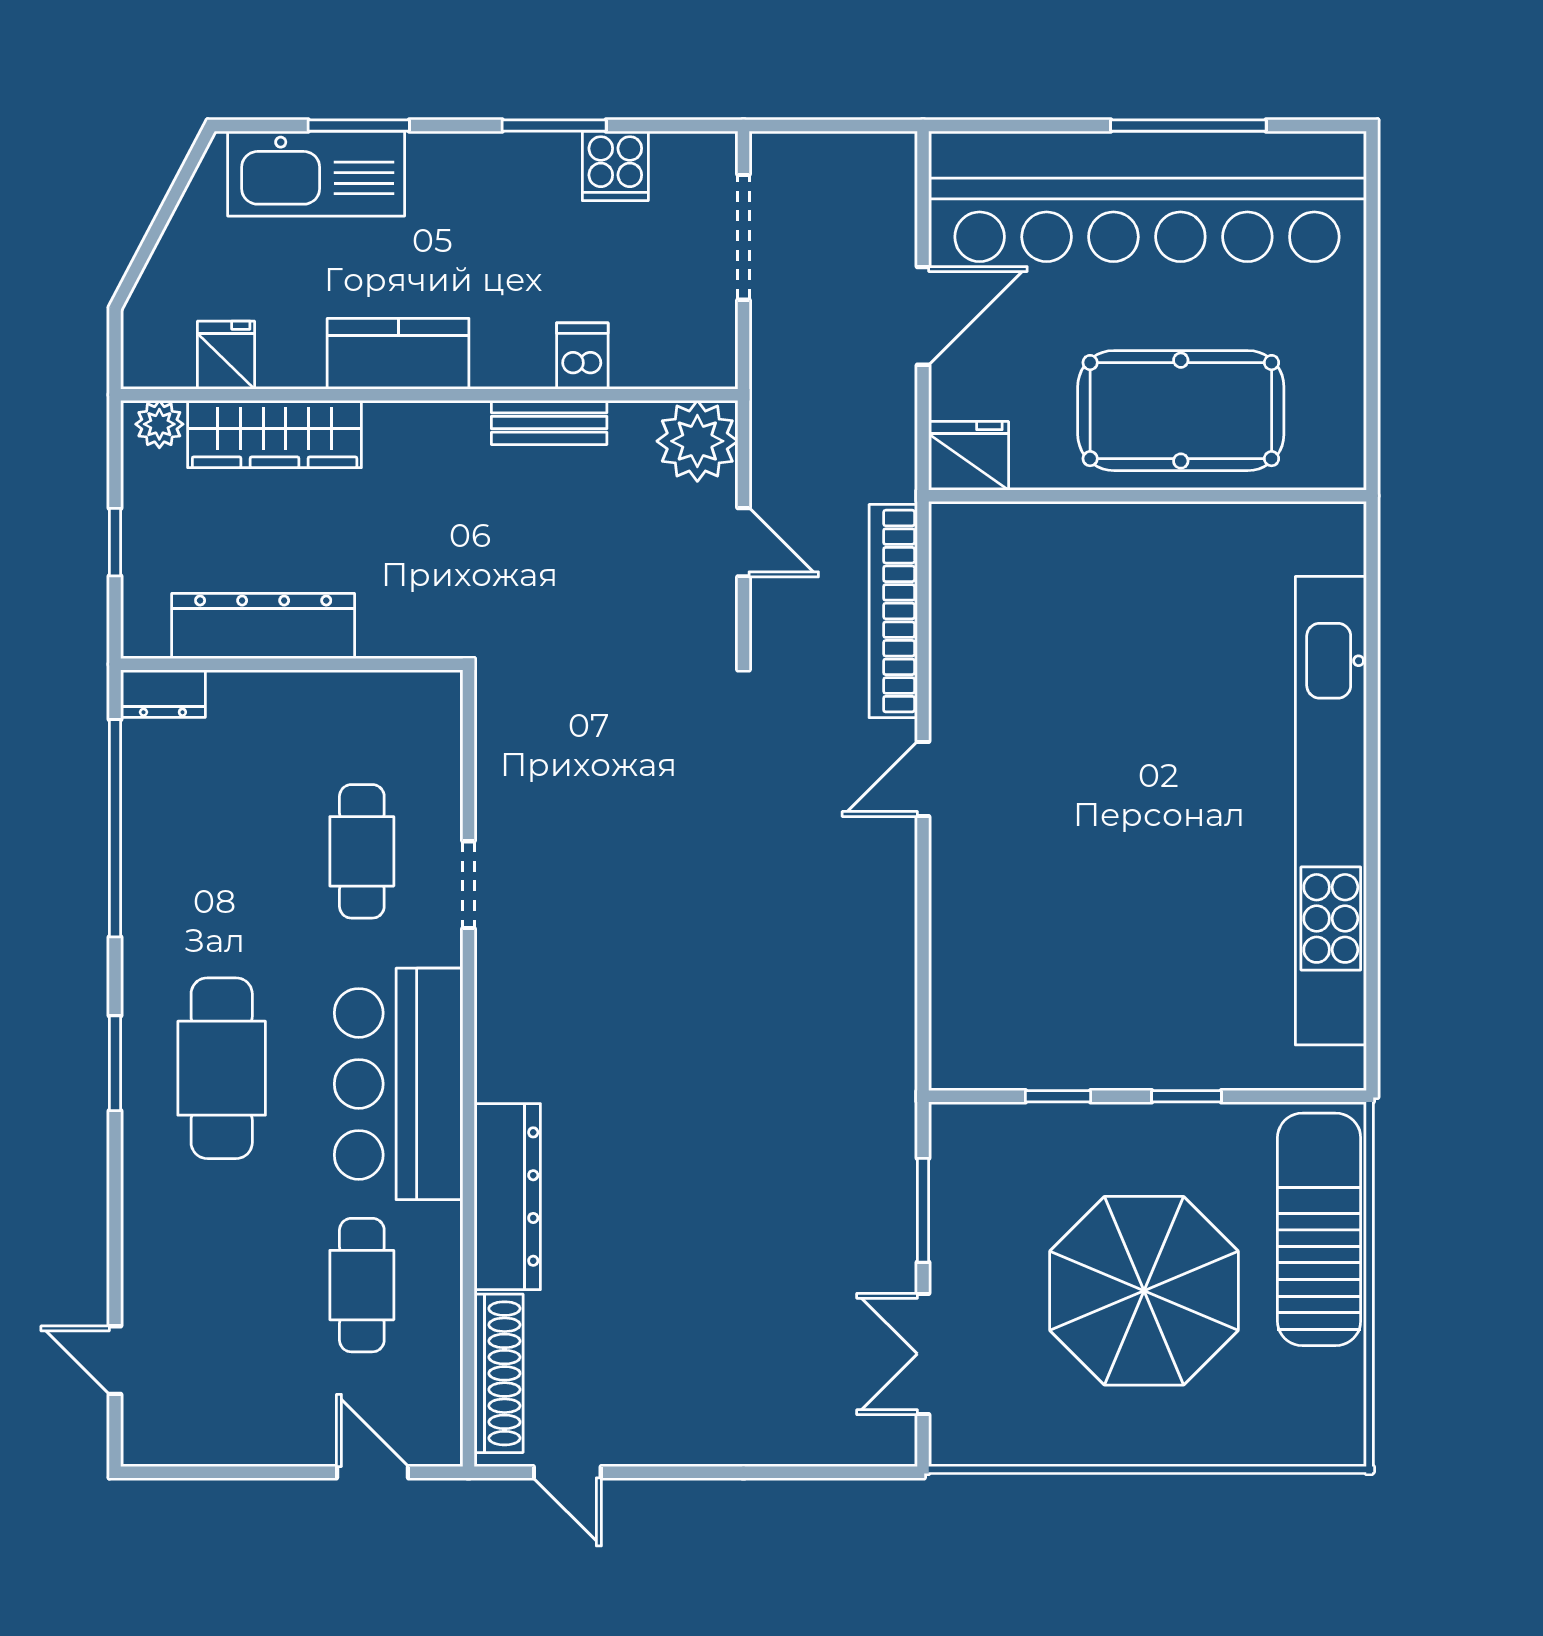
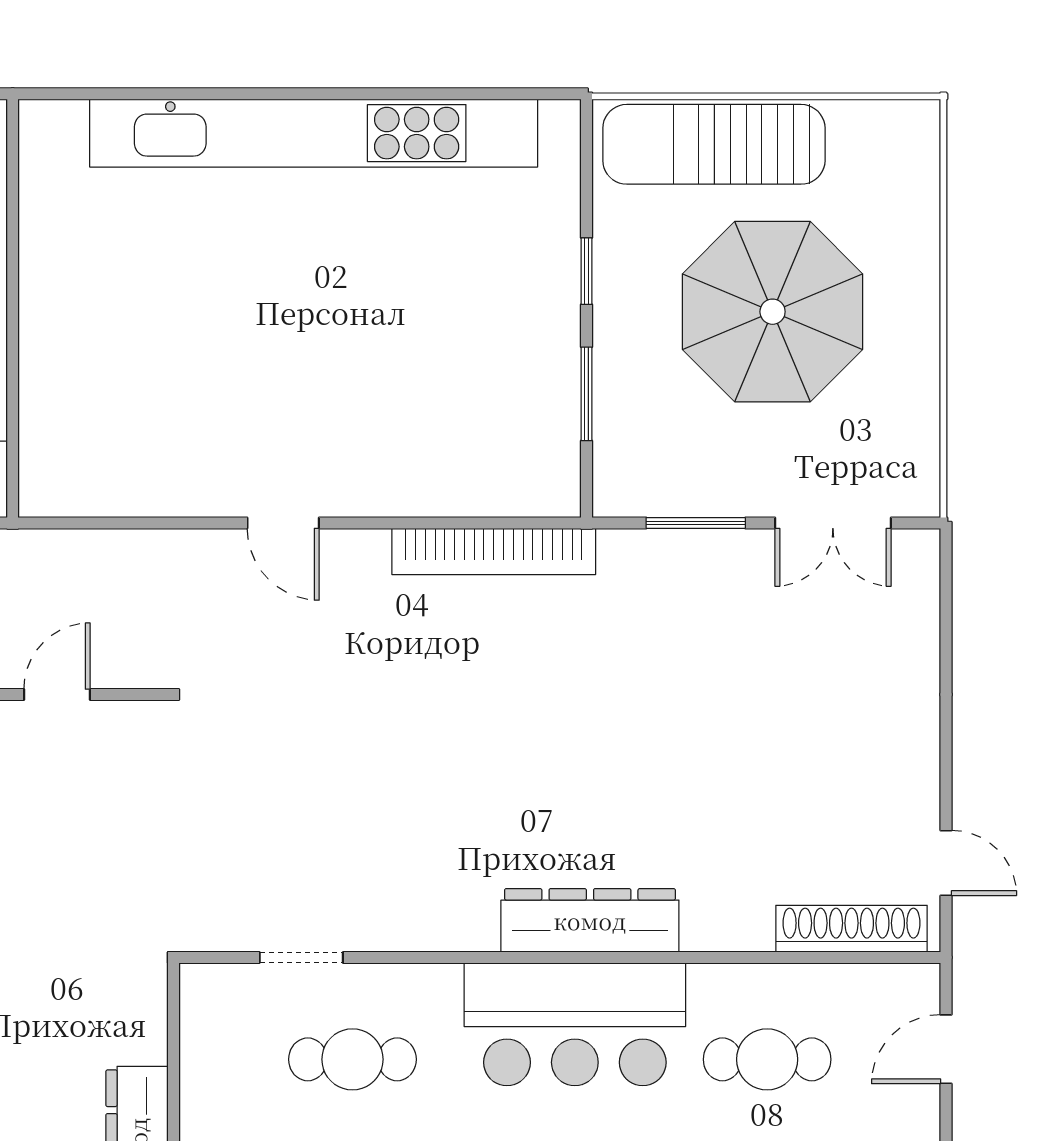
bookcase: (893, 611) -> (494, 551), moved
doorway: (469, 885) -> (301, 957), moved
window: (1058, 1096) -> (587, 394), width x1.50
dresser: (507, 1197) -> (590, 920), moved
door: (567, 1472) -> (946, 863), hinge flipped

